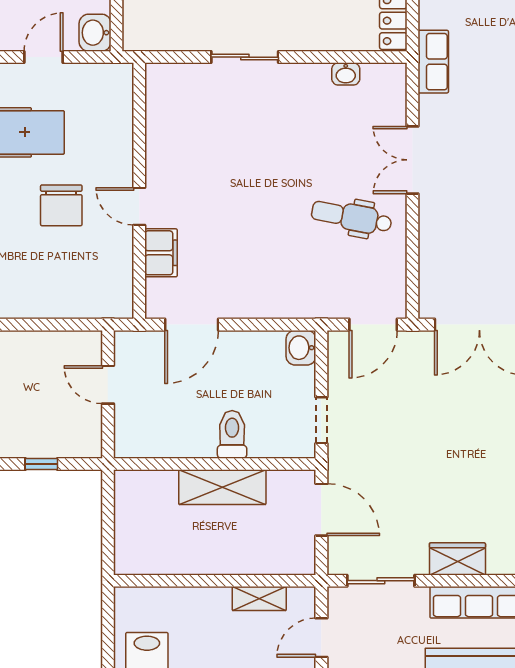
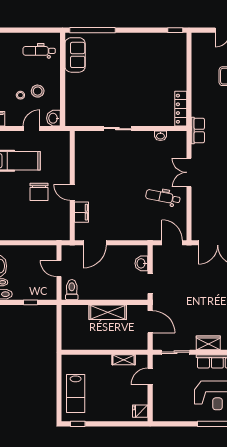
door: (373, 325) -> (172, 243), swing flipped
washbasin: (301, 348) -> (141, 263), moved
toilet: (232, 434) -> (72, 290), moved

